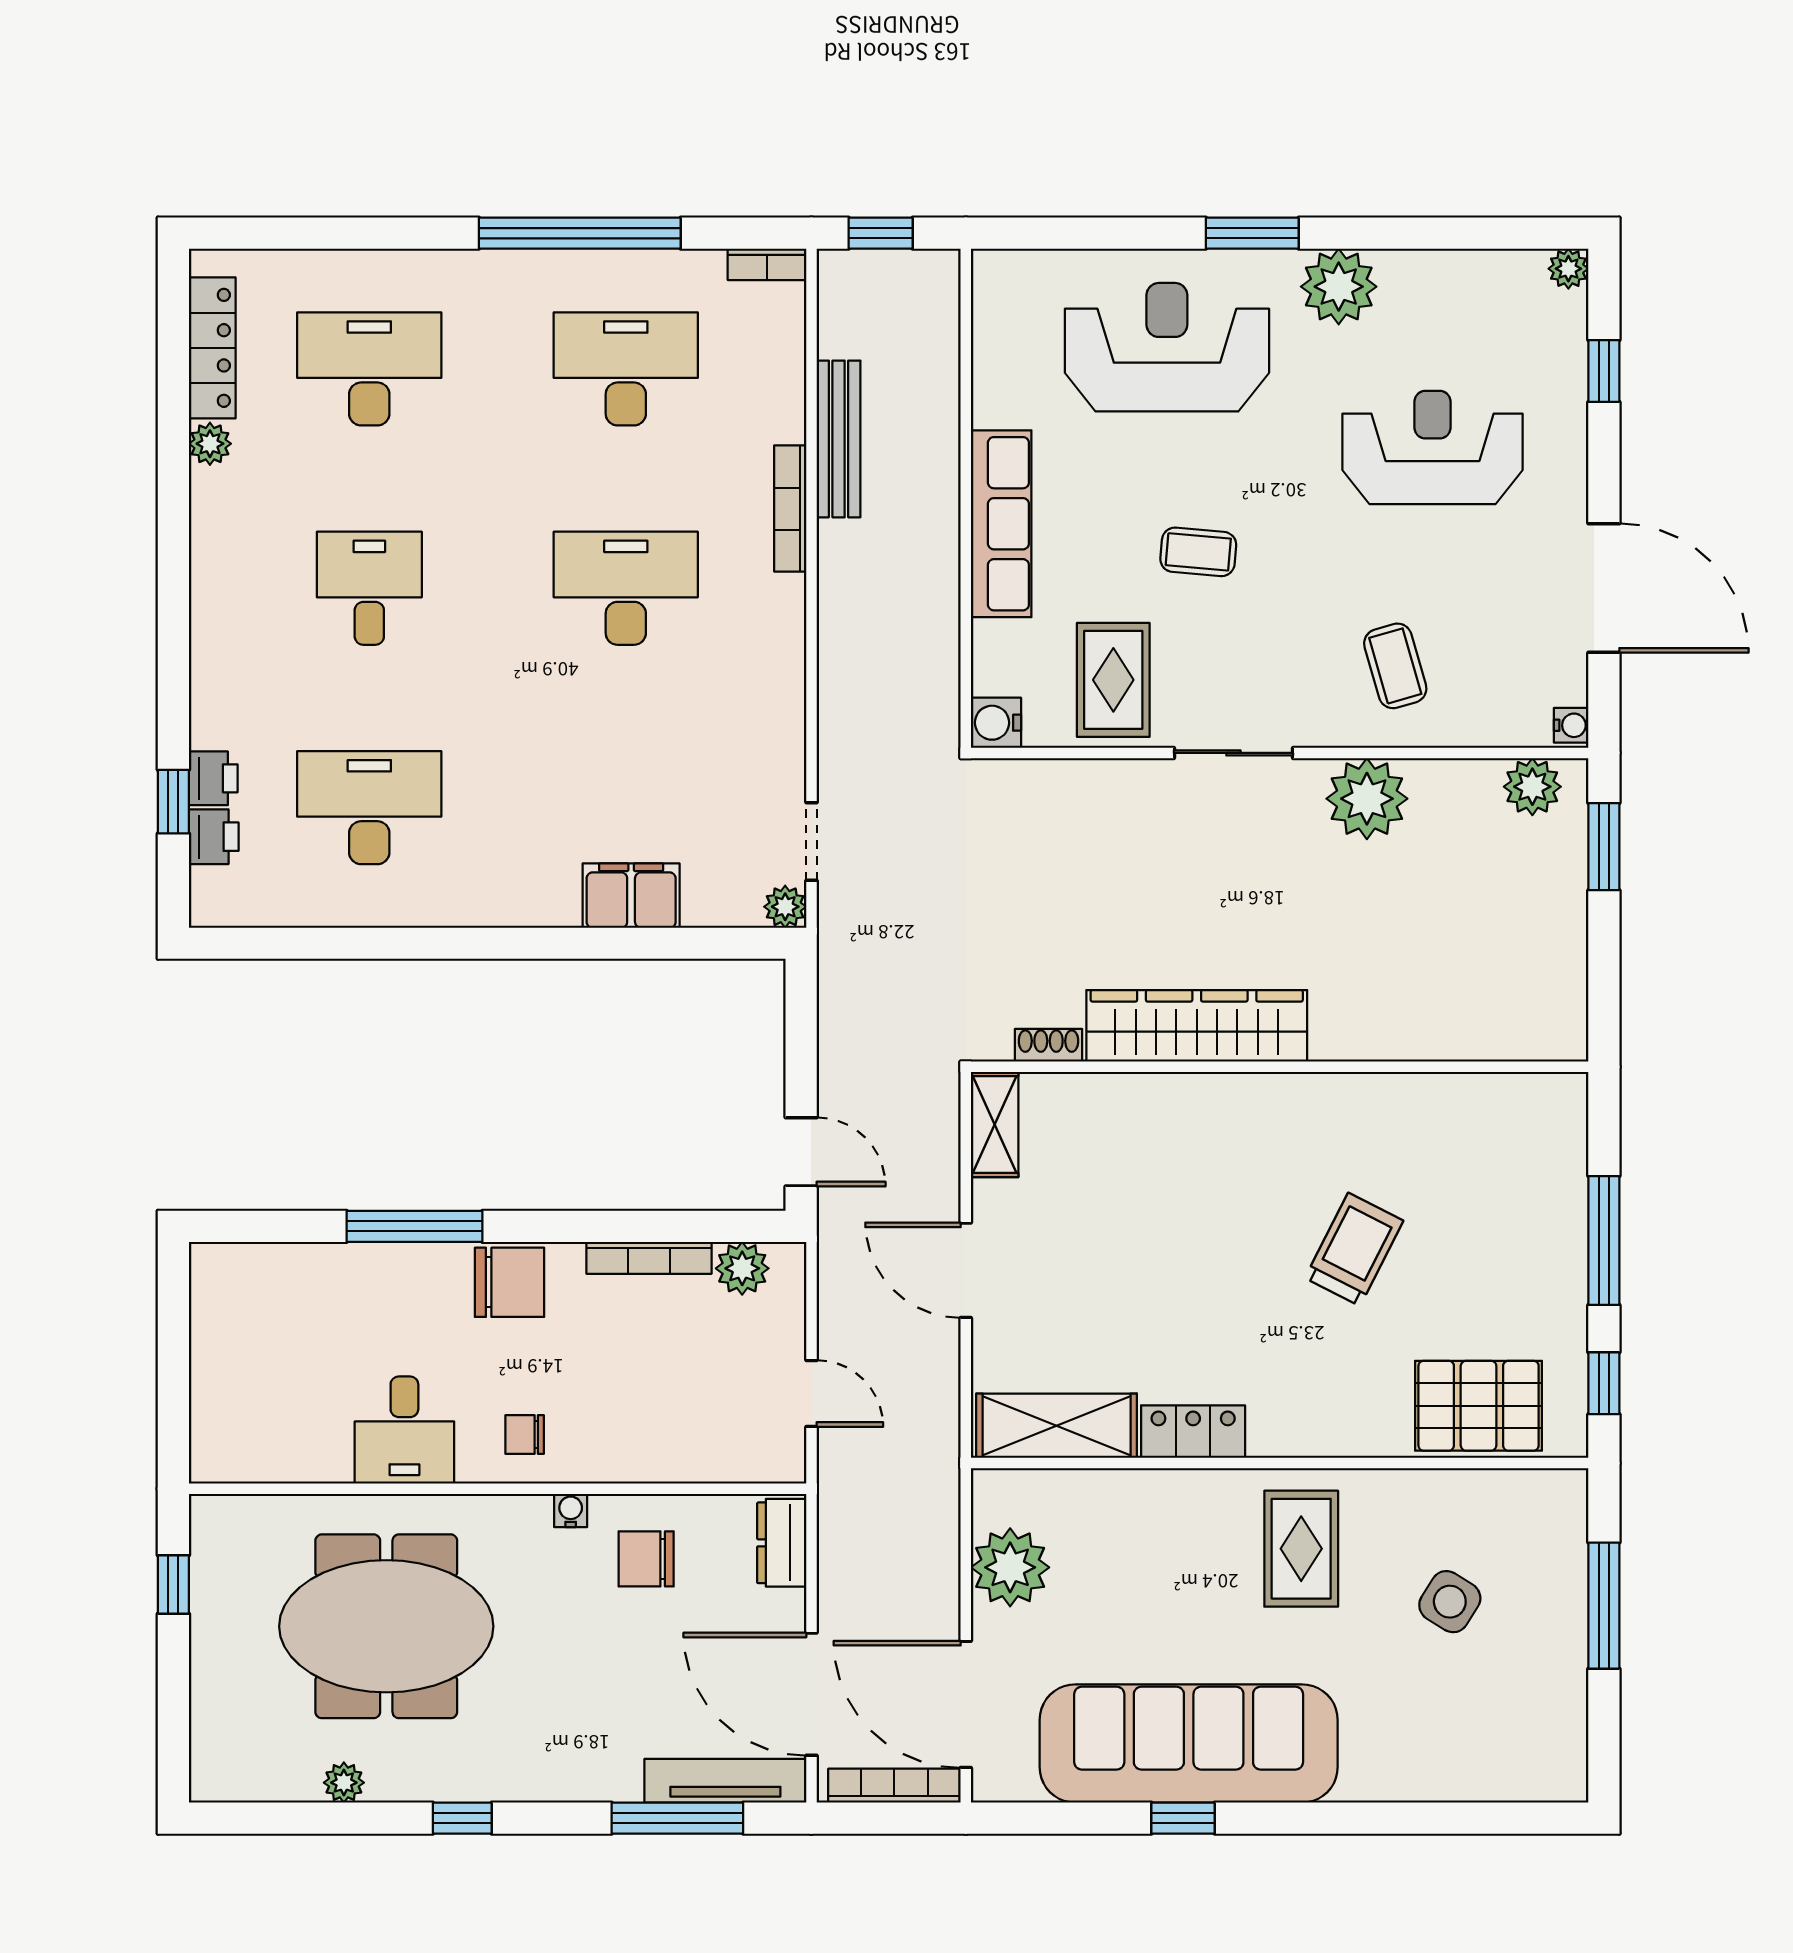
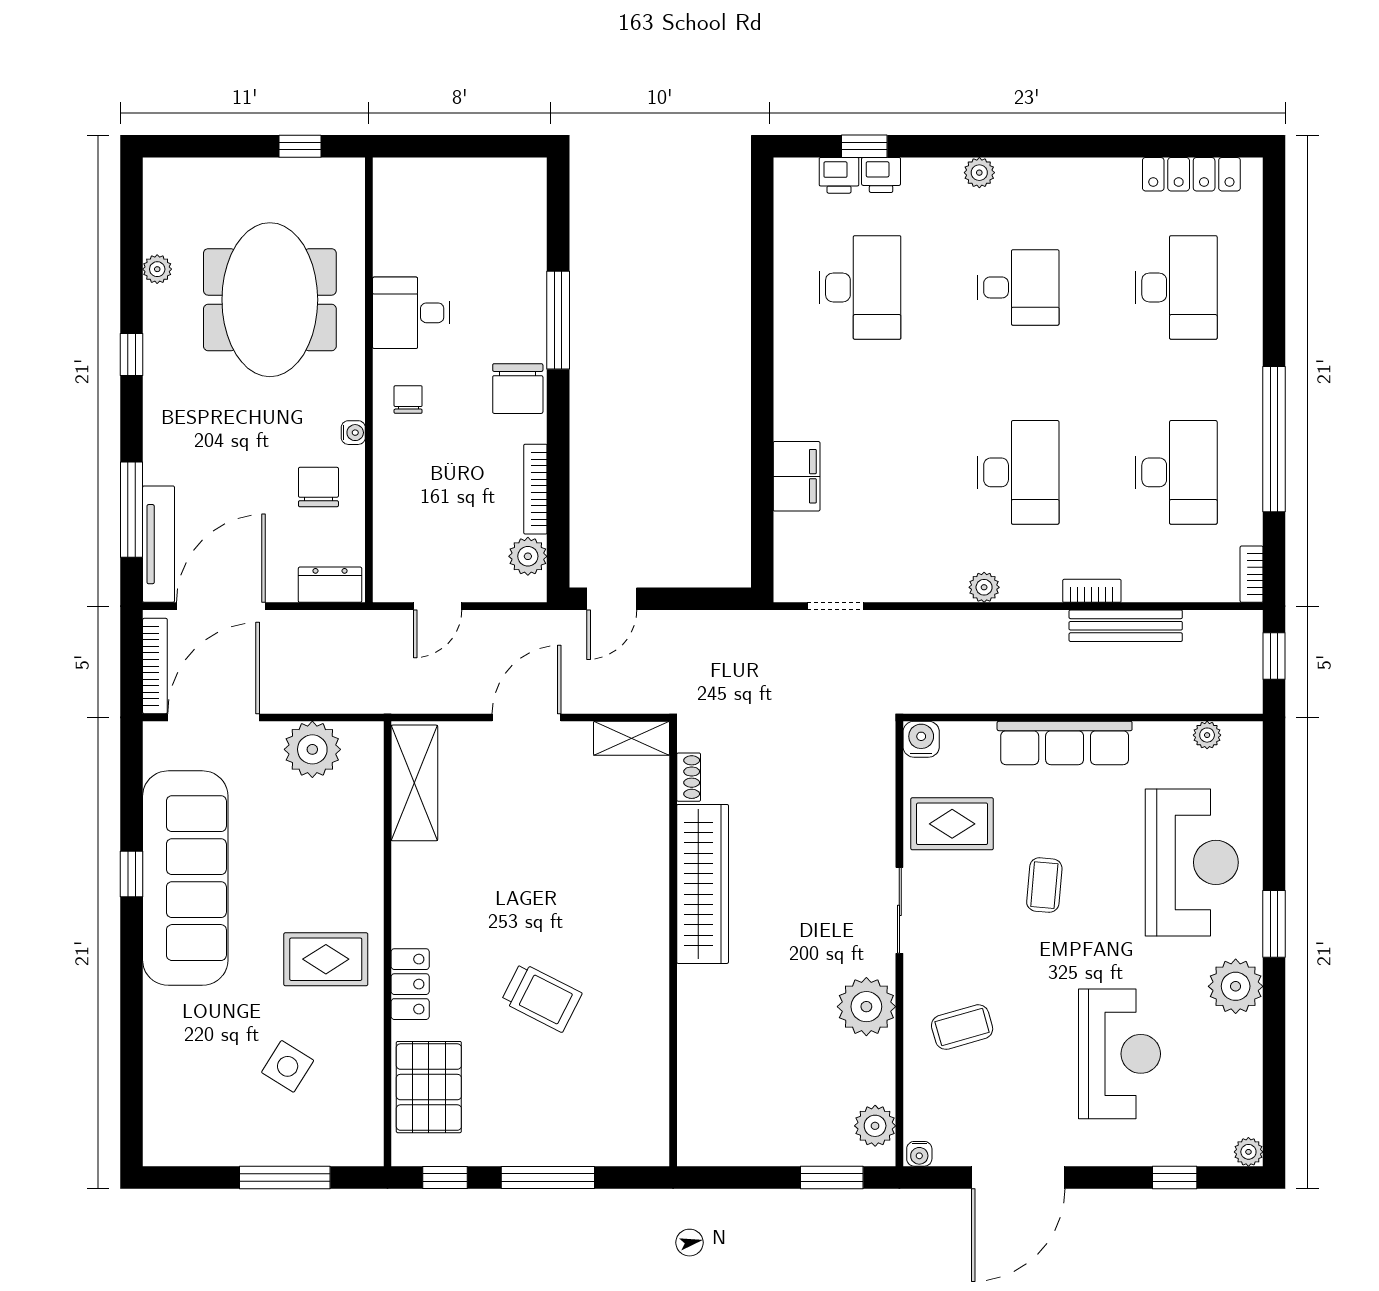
plant: (990, 326) -> (1207, 735), added
plant: (210, 444) -> (979, 173), moved
bookcase: (790, 509) -> (1092, 591), width x0.64
plant: (785, 907) -> (984, 587), moved
locker: (1193, 1432) -> (410, 984), moved

